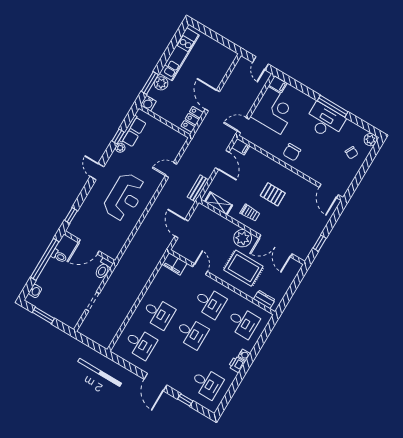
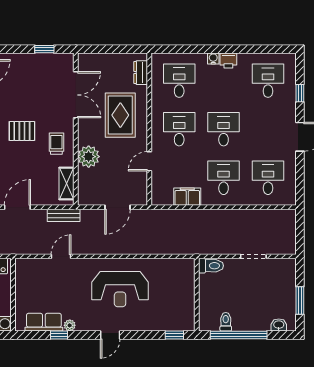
door: (171, 170) -> (61, 256), swing flipped
pallet: (273, 194) -> (22, 131), turned 90
reception desk: (124, 197) -> (120, 289), turned 180
plant: (243, 238) -> (89, 157), moved
door: (89, 247) -> (197, 296), removed
filing cabinet: (174, 264) -> (187, 197), moved, turned -90

